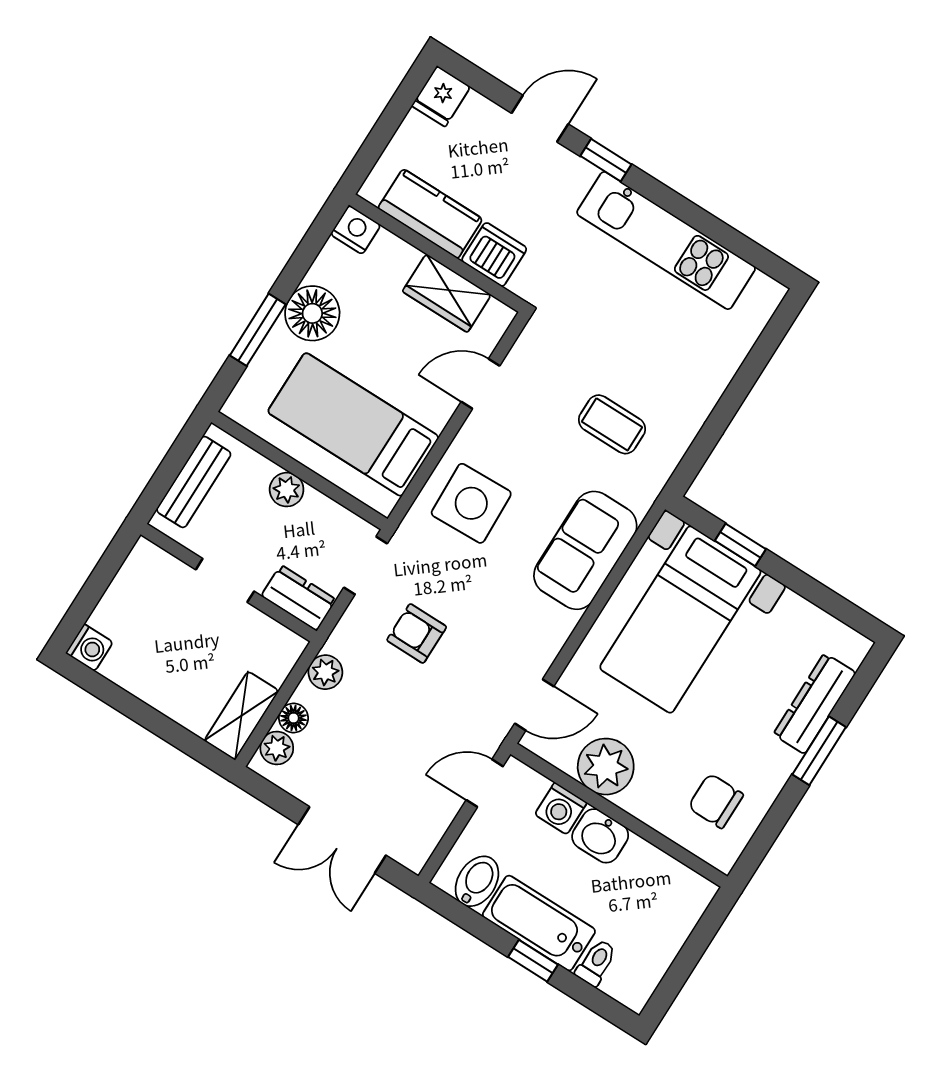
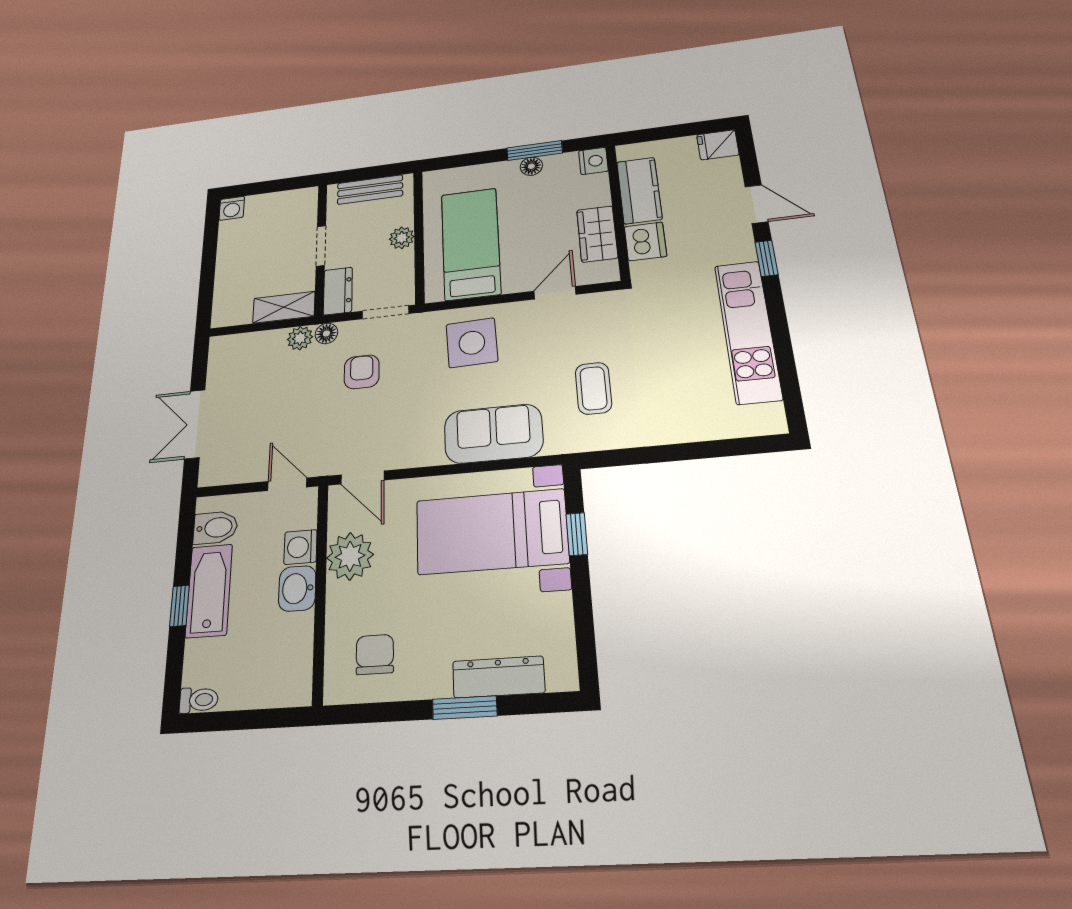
floor lamp: (312, 313) -> (531, 166), width x0.53, depth x0.53
window: (258, 330) -> (535, 150), moved
door: (480, 384) -> (555, 293), hinge flipped
shelving: (242, 716) -> (284, 307), moved
floor lamp: (294, 718) -> (326, 333), moved
plant: (277, 748) -> (233, 345), removed
toilet: (596, 963) -> (199, 700), moved

